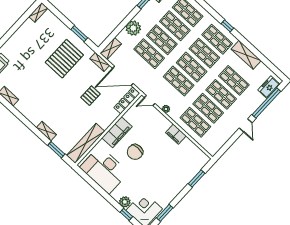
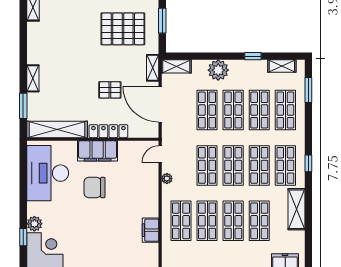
locker: (127, 101) -> (108, 131), moved
door: (150, 101) -> (160, 154), hinge flipped
filing cabinet: (176, 134) -> (151, 230), moved

